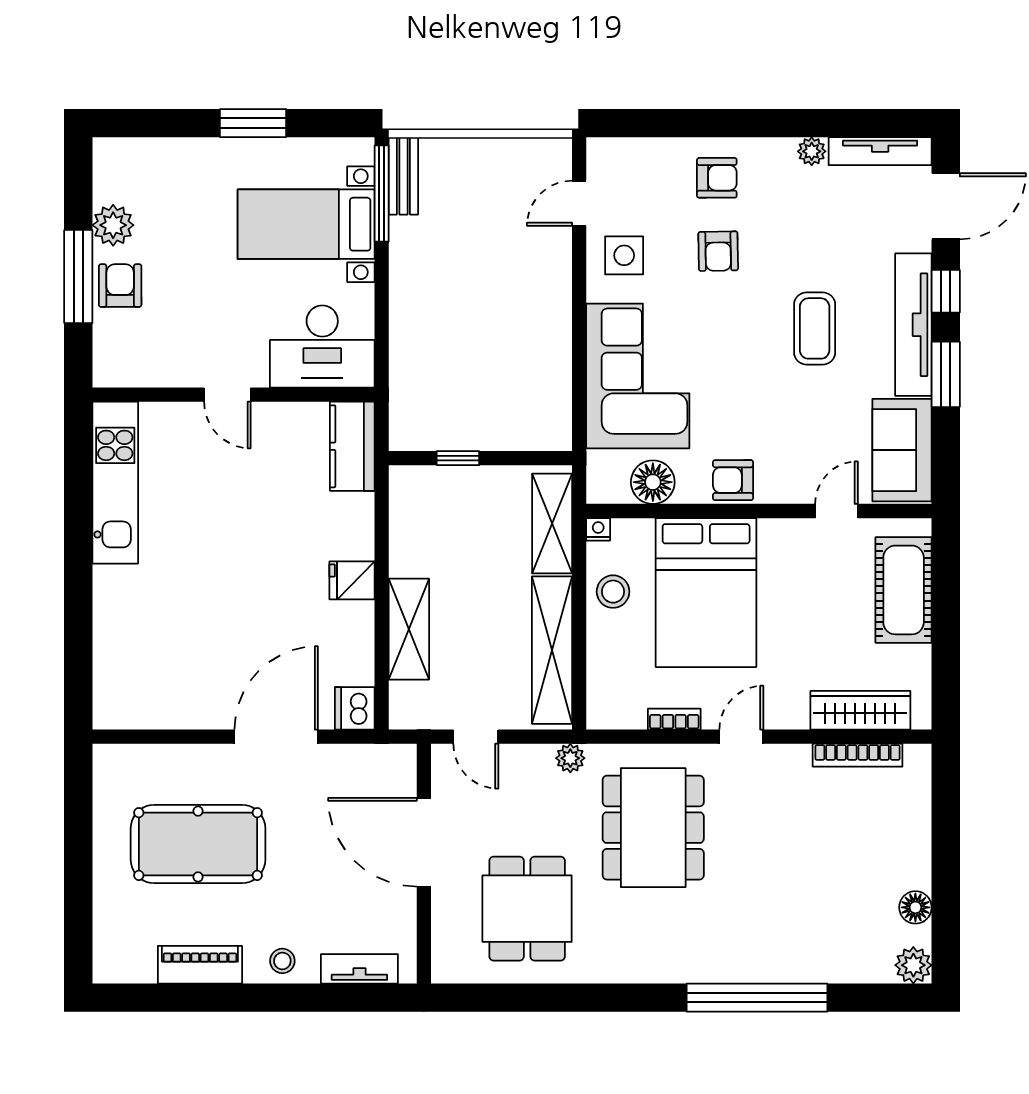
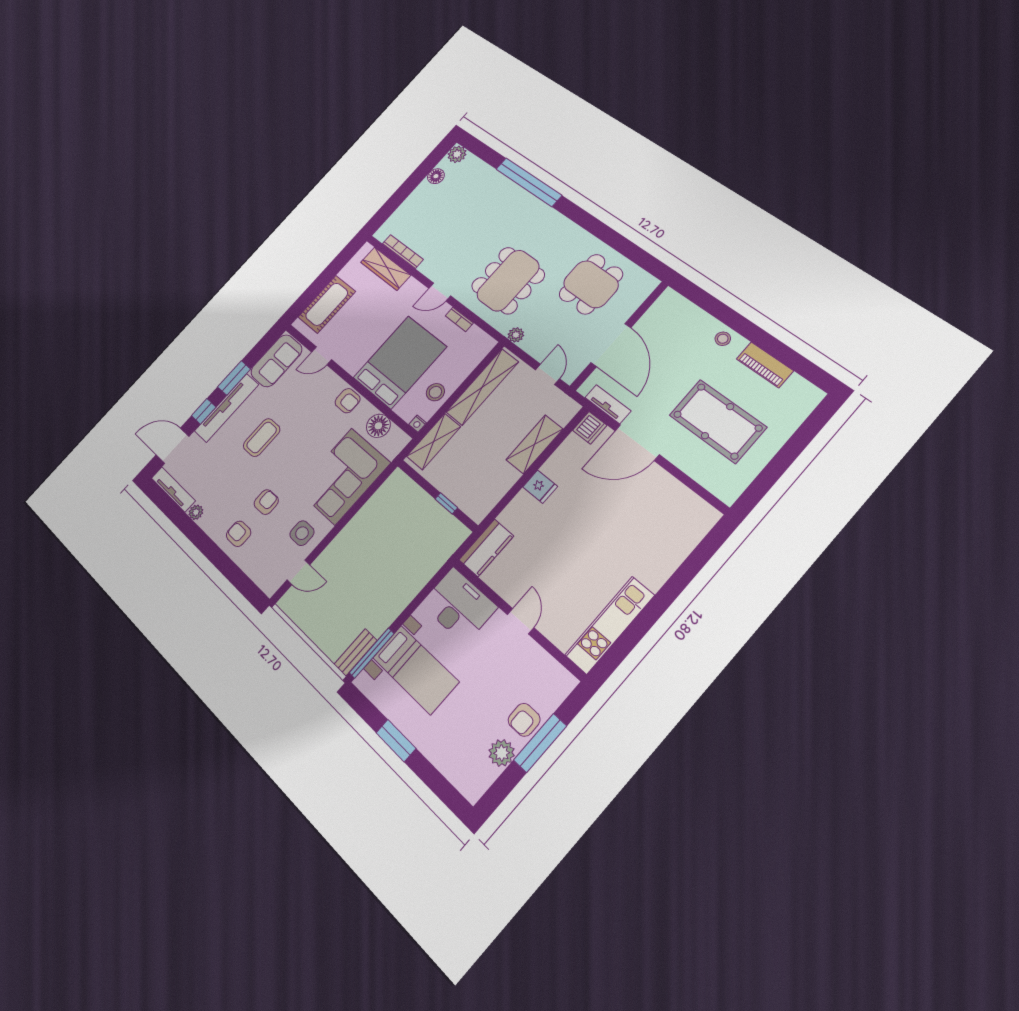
tv unit: (359, 969) -> (608, 404), moved, turned 180

